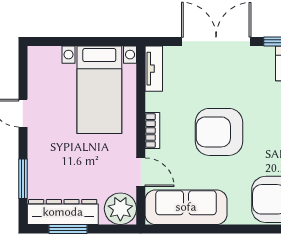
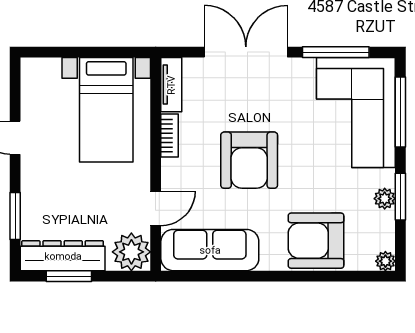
bookcase: (152, 131) -> (170, 135), moved
armchair: (219, 132) -> (249, 160), turned -90
door: (141, 172) -> (156, 208), hinge flipped

